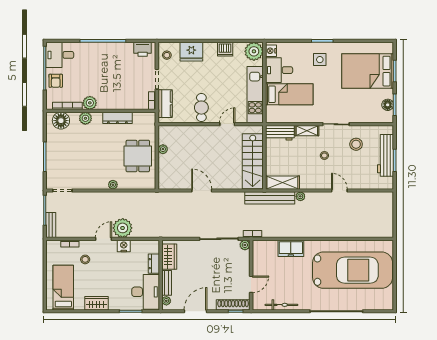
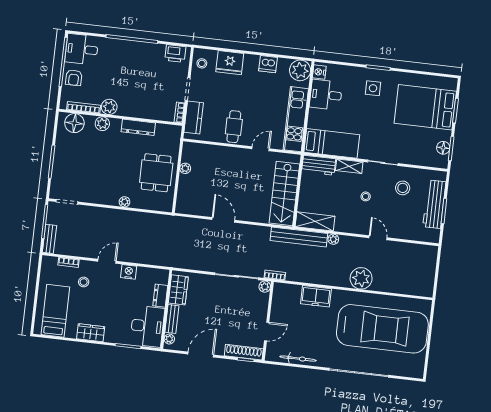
bed: (289, 94) -> (332, 143), moved
plant: (123, 228) -> (361, 278), moved

